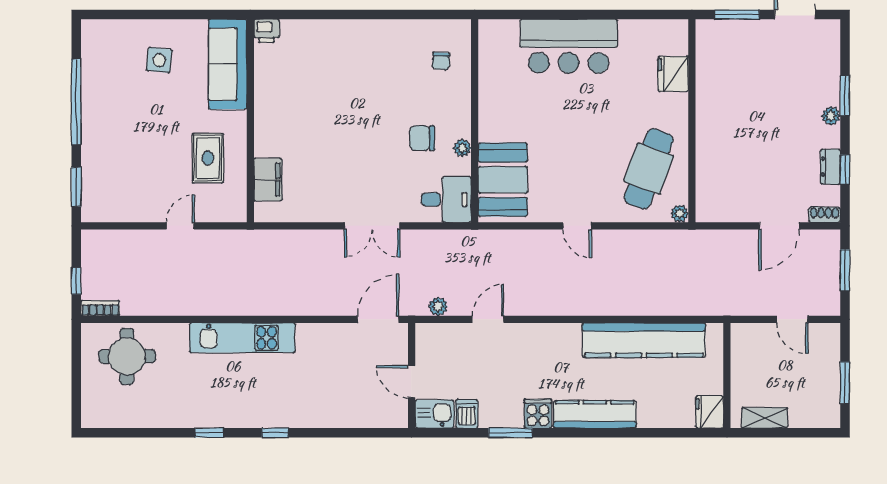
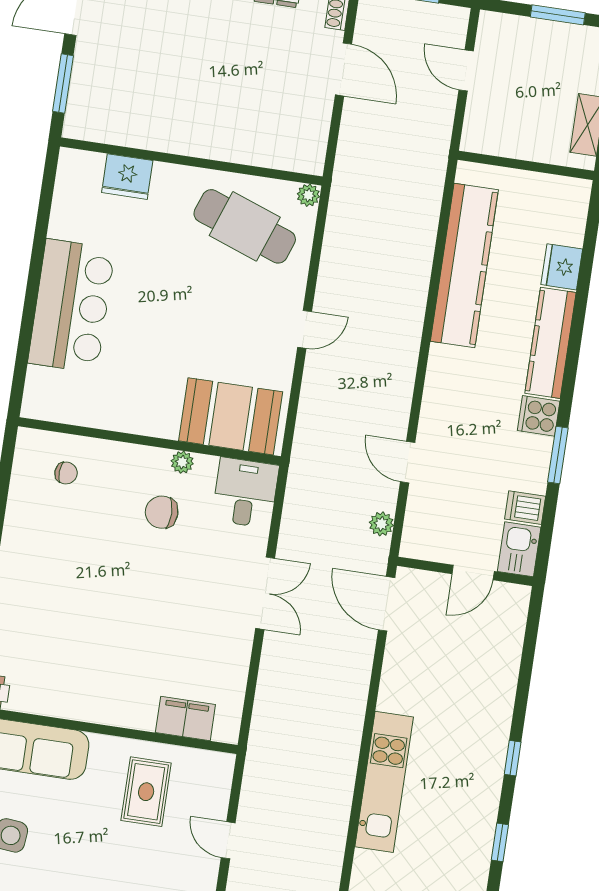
chair: (422, 138) -> (162, 512), turned 90
rug: (208, 158) -> (146, 792), turned 90
door: (792, 319) -> (466, 70), swing flipped
fridge: (710, 412) -> (562, 267), moved, turned 90

